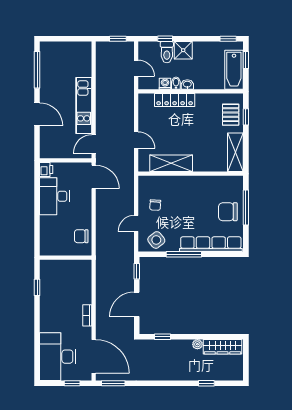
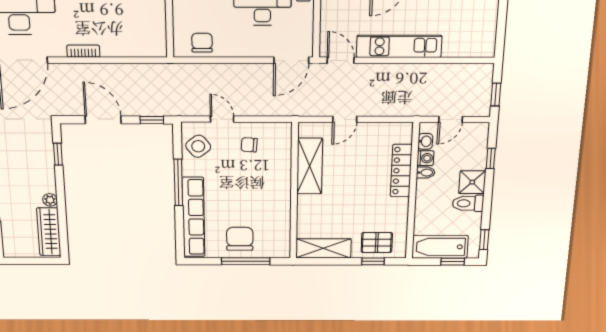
toilet: (167, 52) -> (468, 203), moved
washbasin: (187, 84) -> (425, 141), moved

